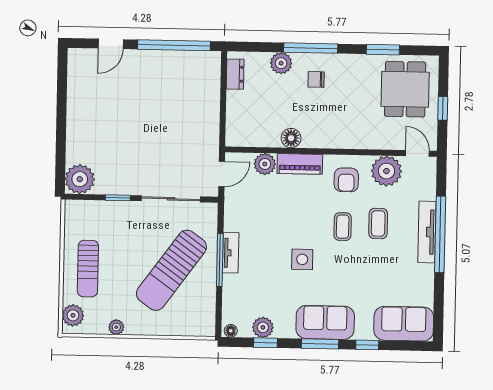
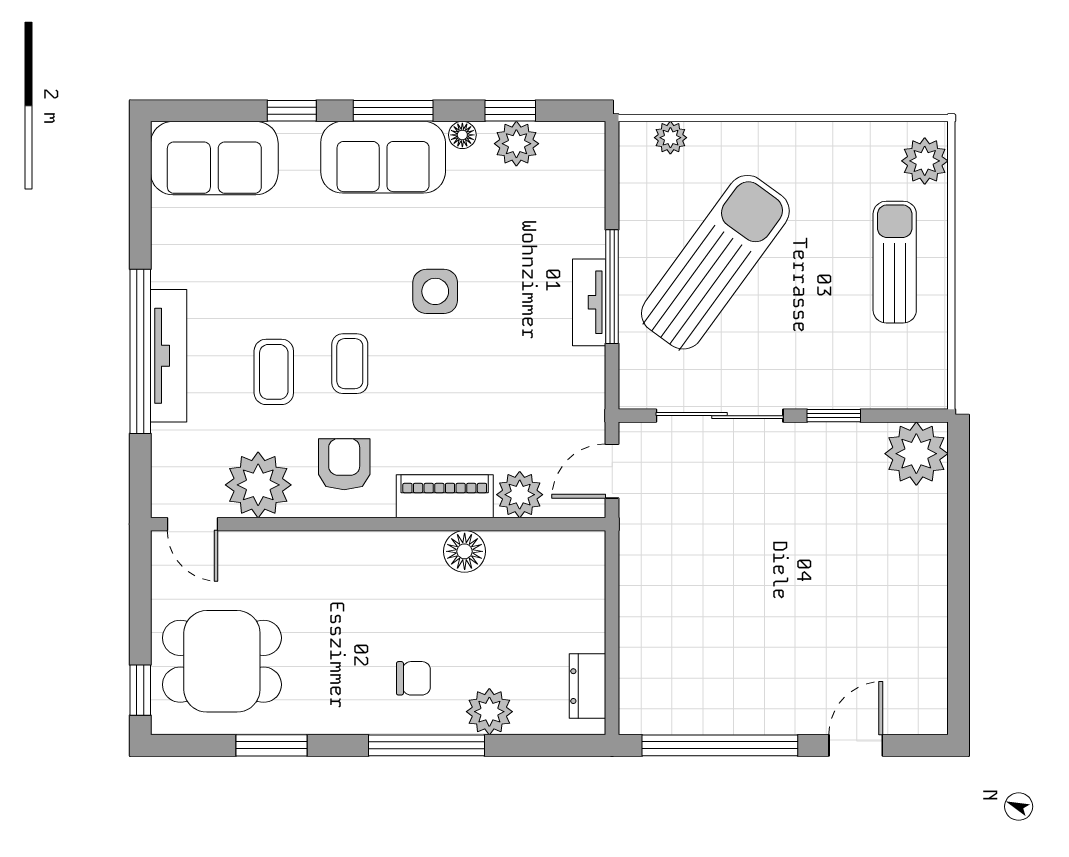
dining table: (405, 89) -> (222, 661), turned 90
window: (443, 108) -> (140, 690), moved
plant: (116, 327) -> (670, 138), moved
floor lamp: (231, 331) -> (462, 135), moved

